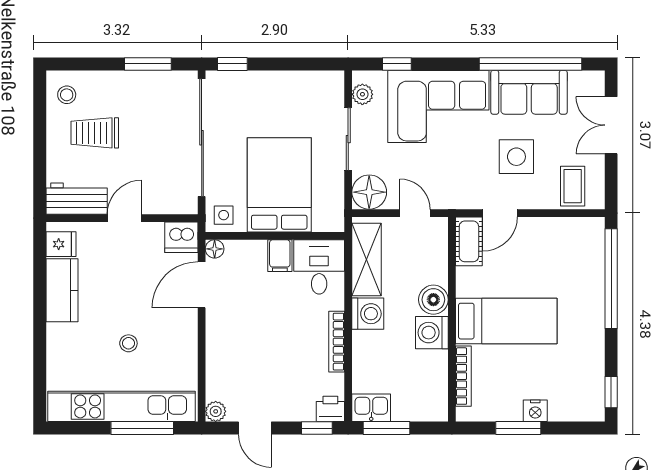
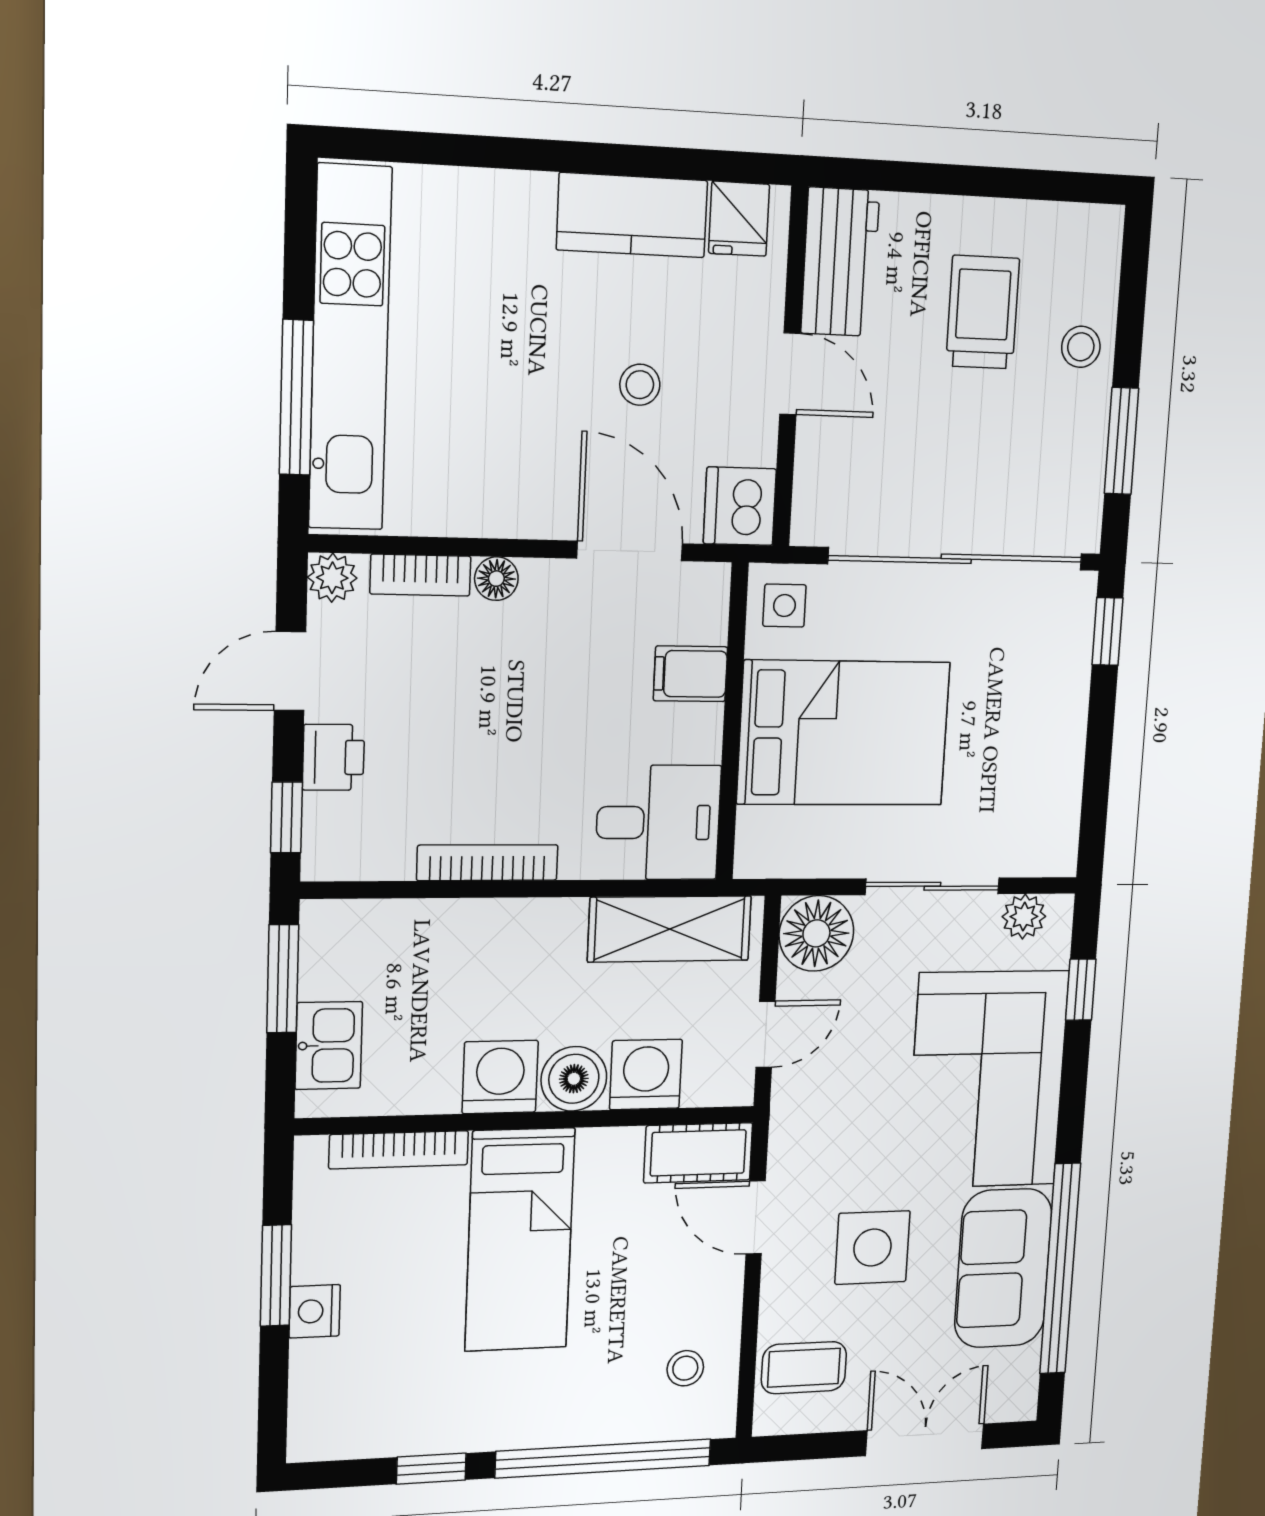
stool: (67, 95) -> (1081, 347), moved
stool: (570, 242) -> (685, 1368), added
floor lamp: (215, 249) -> (496, 579), moved
filing cabinet: (280, 256) -> (691, 674), moved
washing machine: (368, 314) -> (646, 1075), moved, turned 180
stool: (128, 343) -> (640, 385), moved
bookcase: (214, 374) -> (420, 575), added
window: (611, 392) -> (431, 1469), moved
kitchen sink: (371, 408) -> (329, 1045), moved
printer: (330, 409) -> (333, 757), moved

